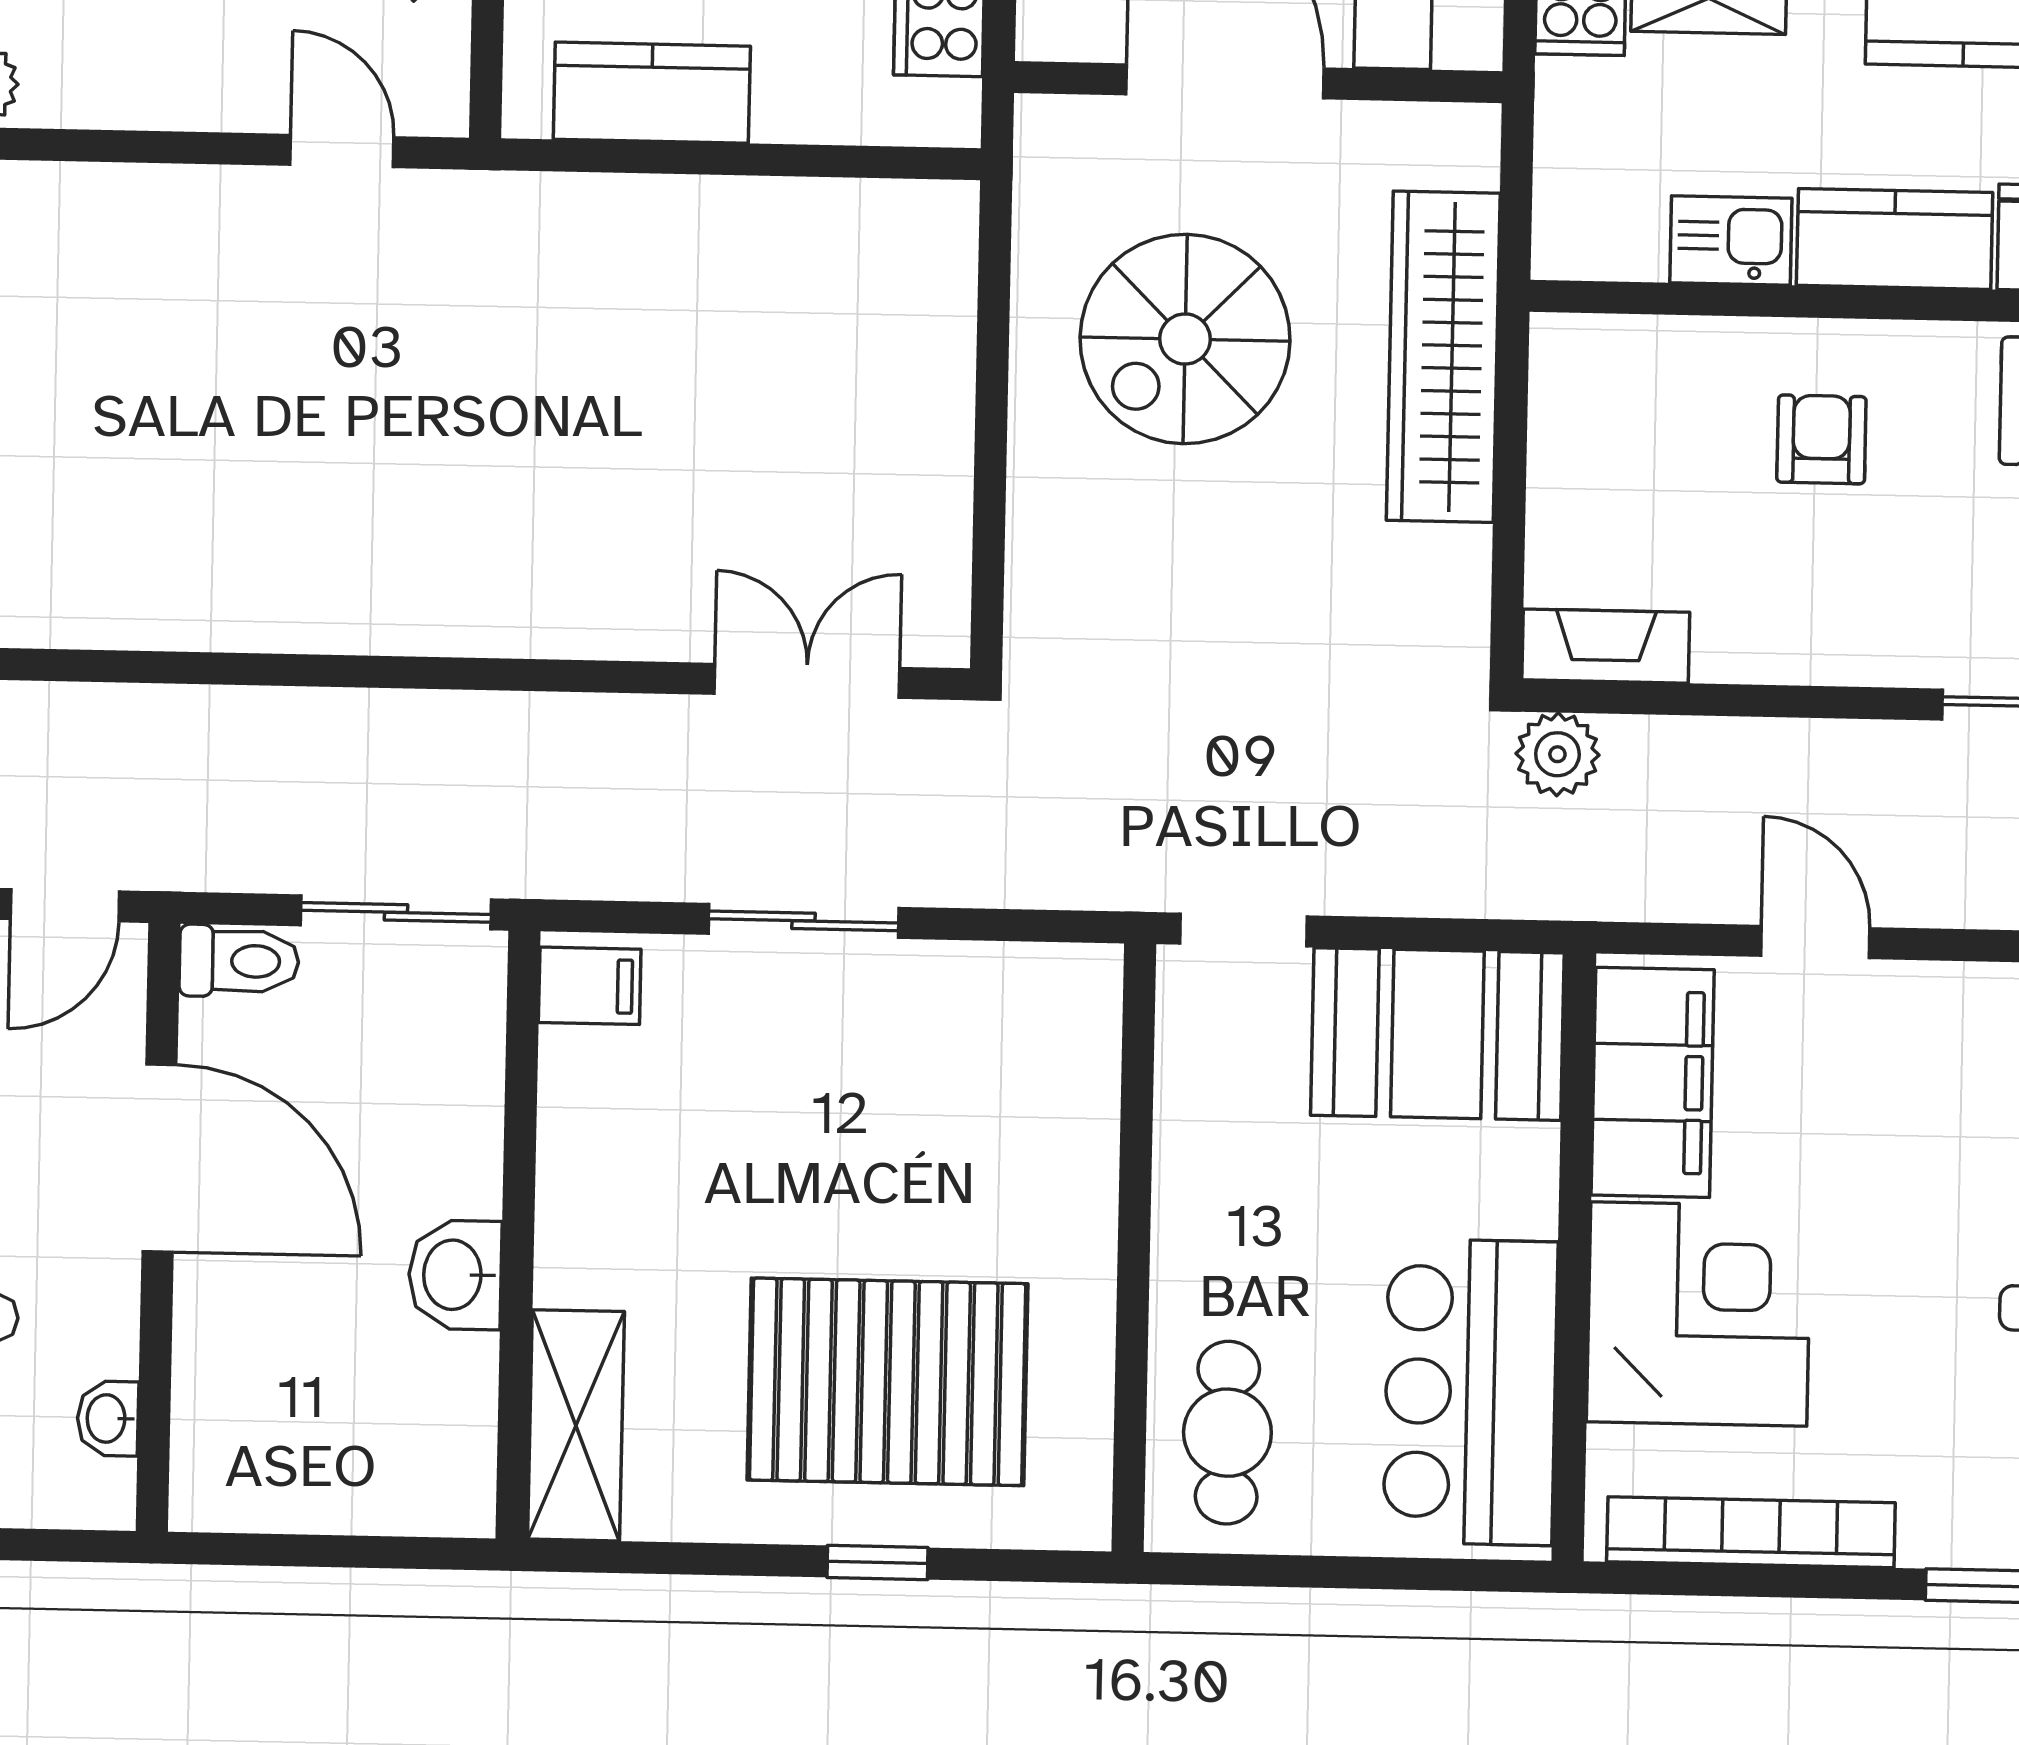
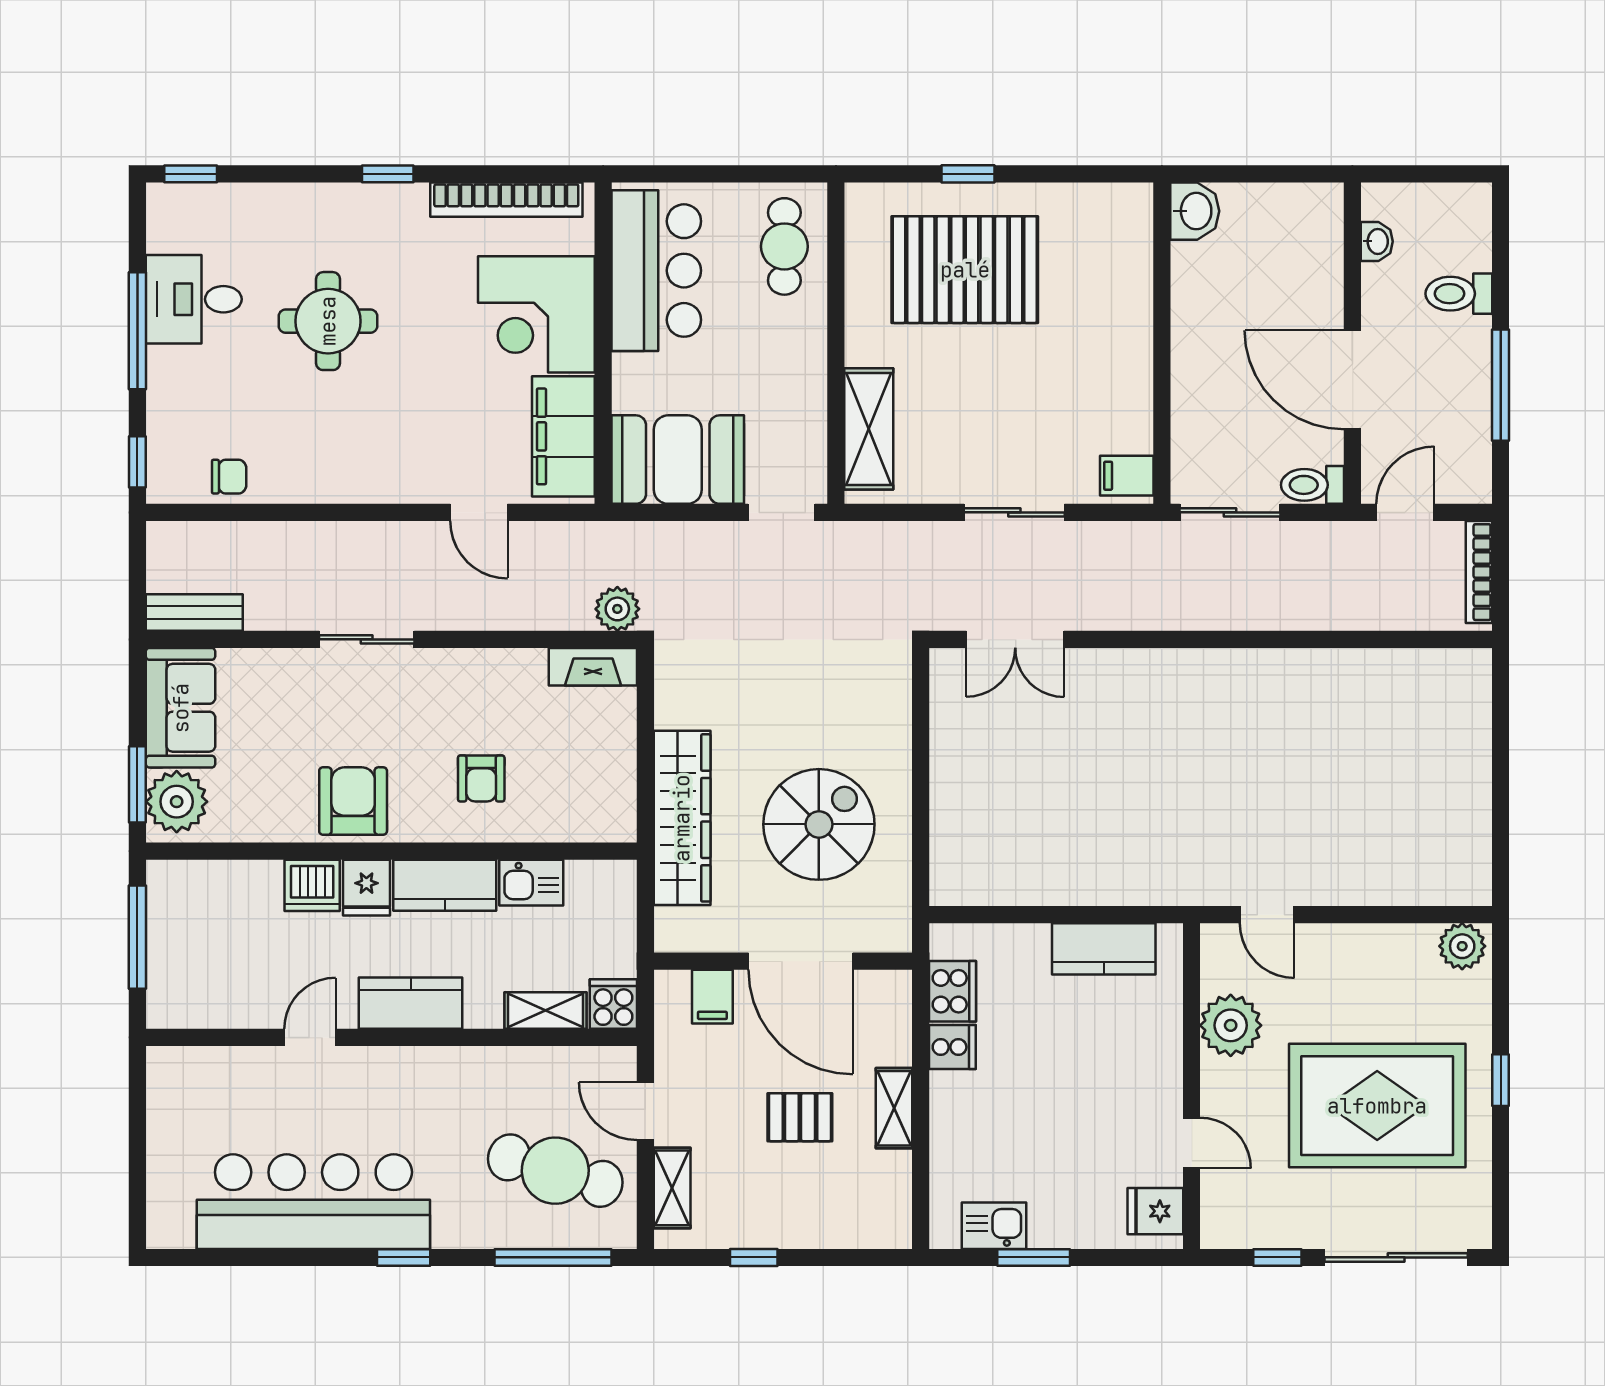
washbasin: (455, 1275) -> (1195, 211), moved
shelving: (576, 1425) -> (869, 429), moved

